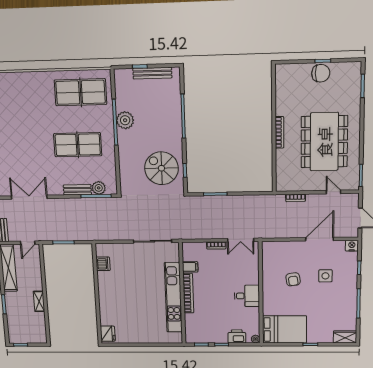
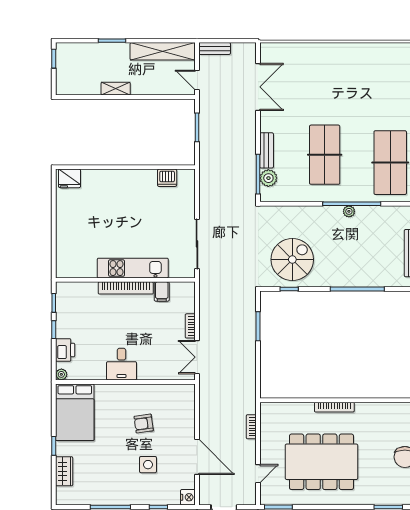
plant: (125, 120) -> (349, 211), width x0.53, depth x0.53
kitchen unit: (173, 298) -> (133, 268), width x0.73
wardrobe: (345, 337) -> (64, 471), moved

